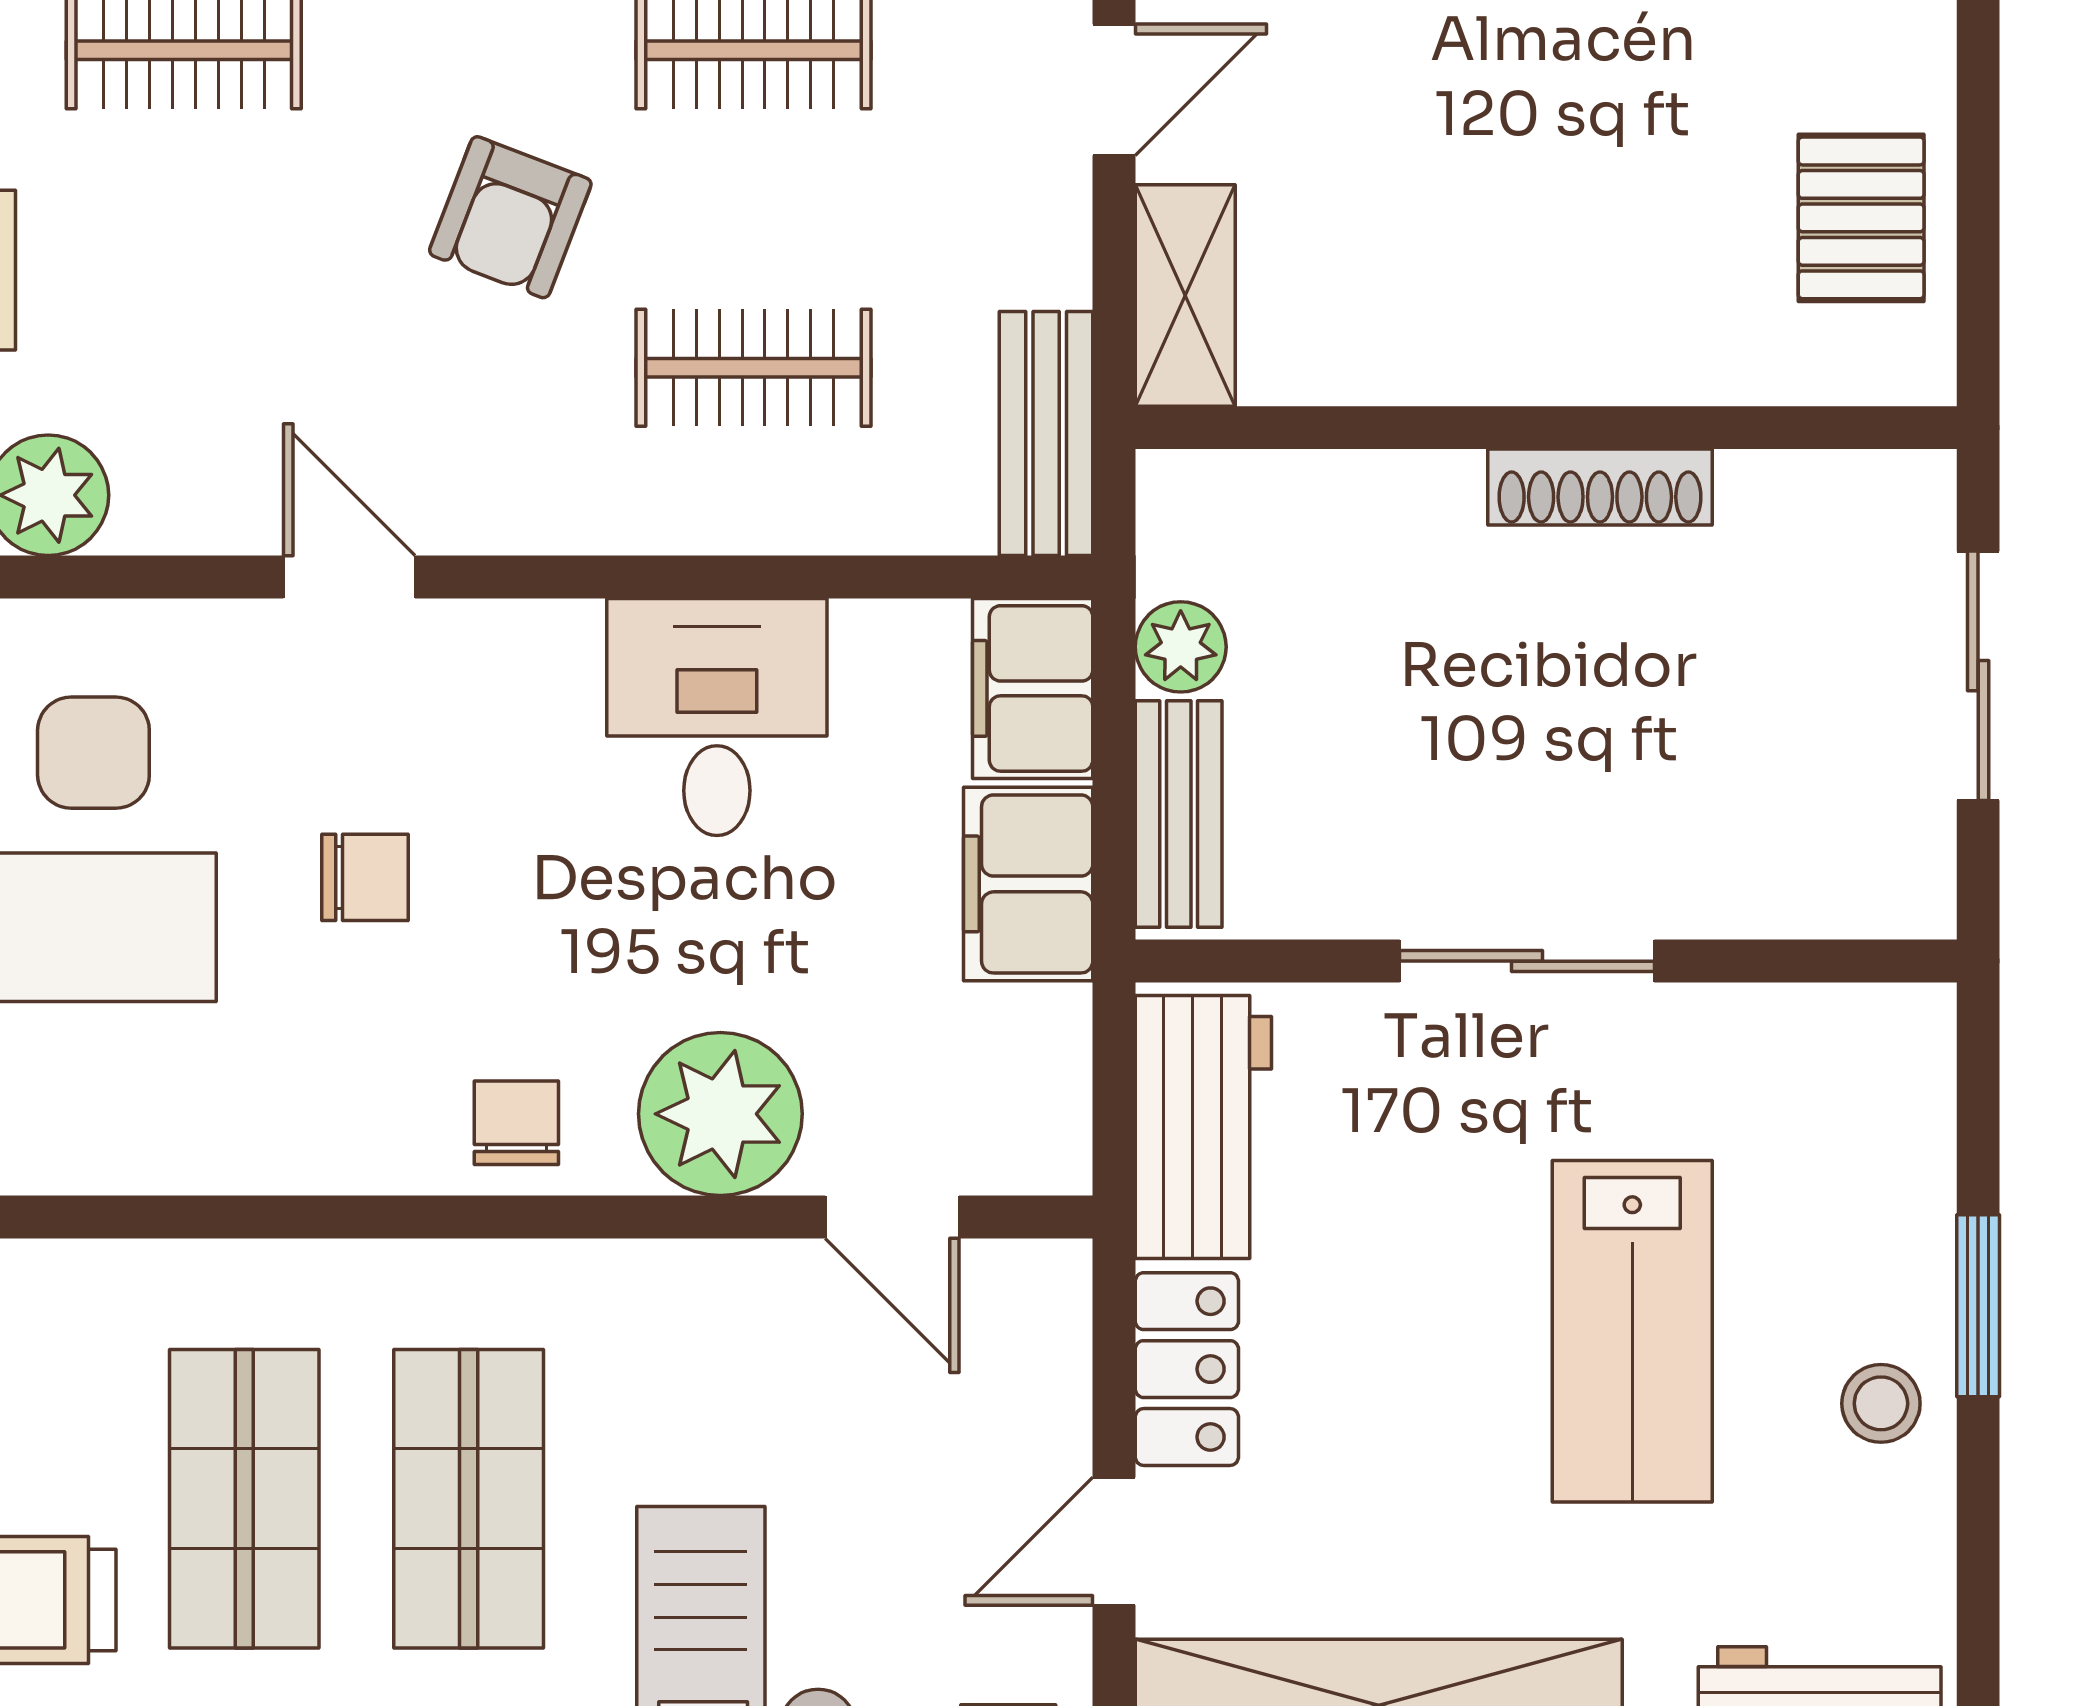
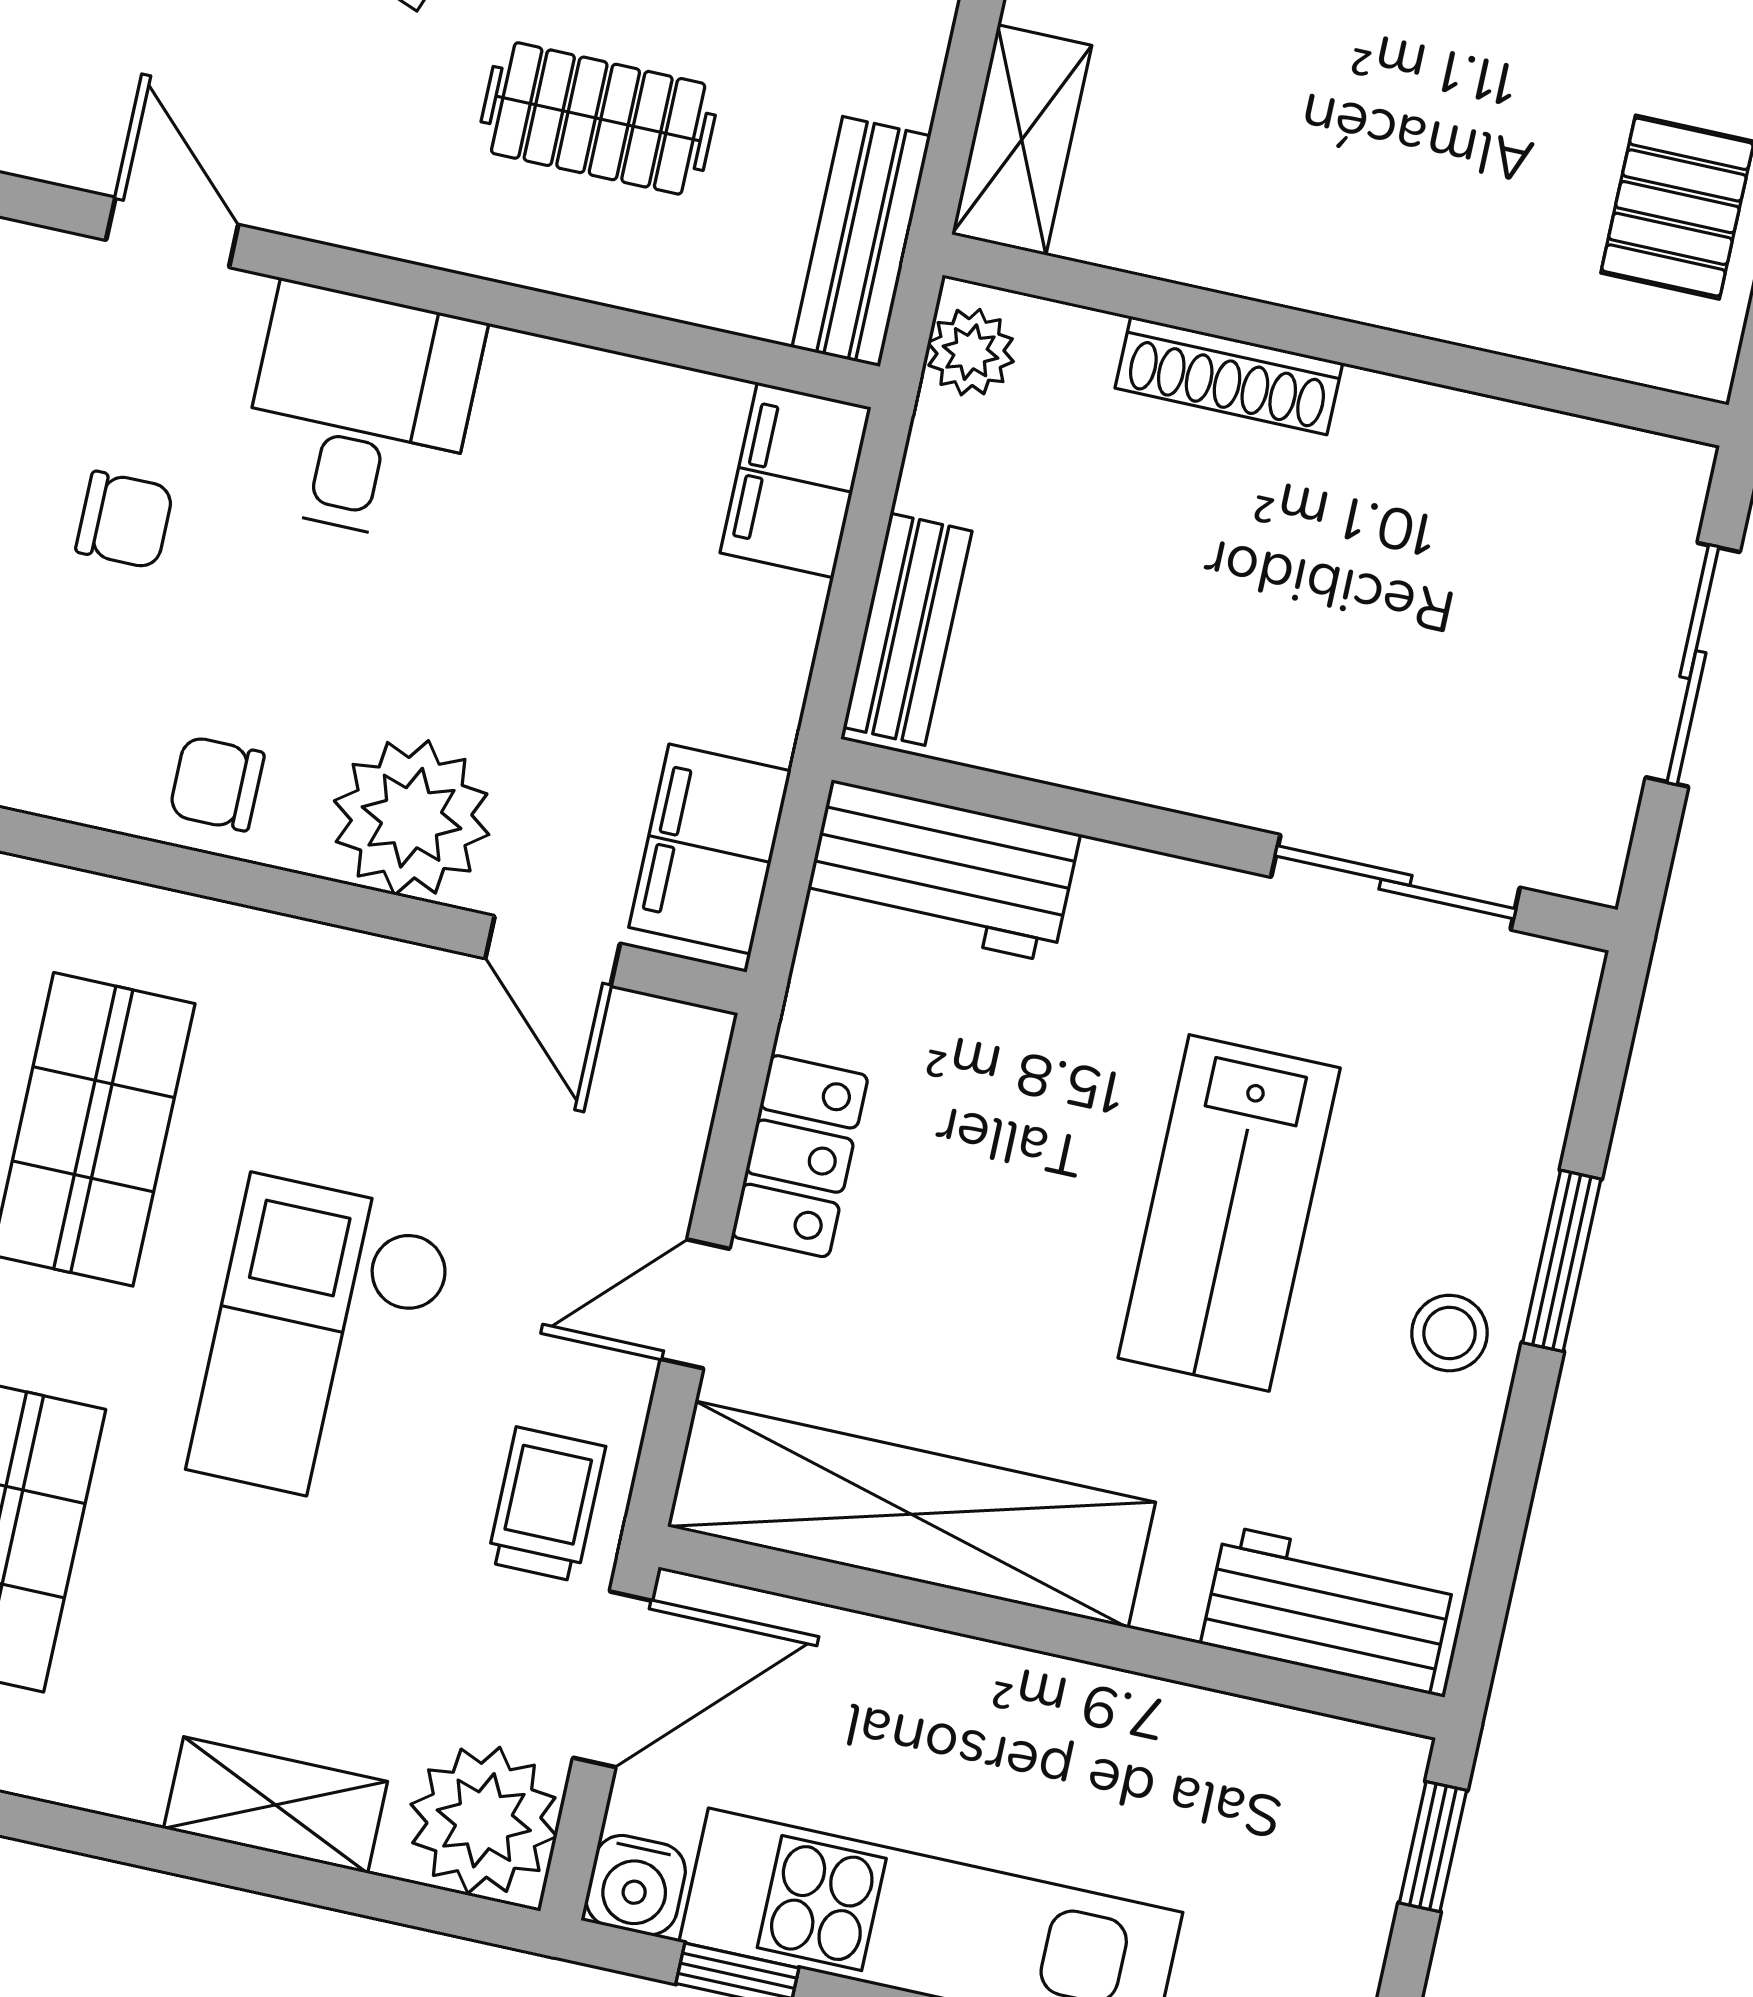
shoe rack: (1600, 487) -> (1229, 376), moved
plant: (1181, 647) -> (971, 352), moved
desk: (717, 717) -> (360, 413), moved
filing cabinet: (1028, 884) -> (710, 849), moved
sliding door: (1527, 961) -> (1395, 882), moved
chair: (516, 1123) -> (217, 784), turned -90
workbench: (1203, 1127) -> (942, 871), moved, turned 90

